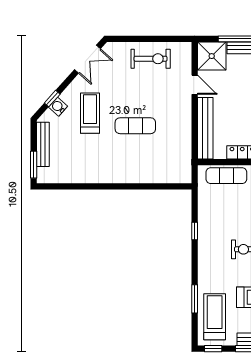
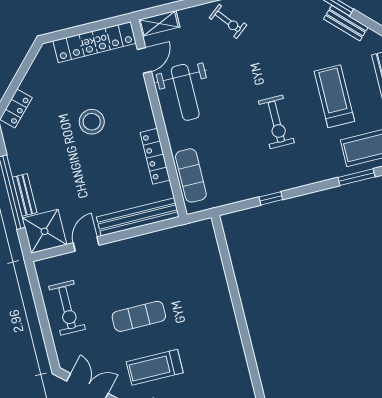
exercise bike: (151, 59) -> (67, 308), turned 180
exercise mat: (135, 126) -> (139, 316), moved, turned 90

